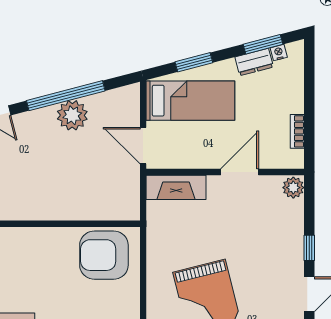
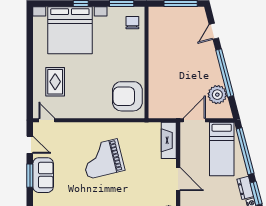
window: (194, 62) -> (245, 151), width x2.11
plant: (72, 115) -> (217, 95), moved
armchair: (104, 255) -> (127, 96), turned -90

